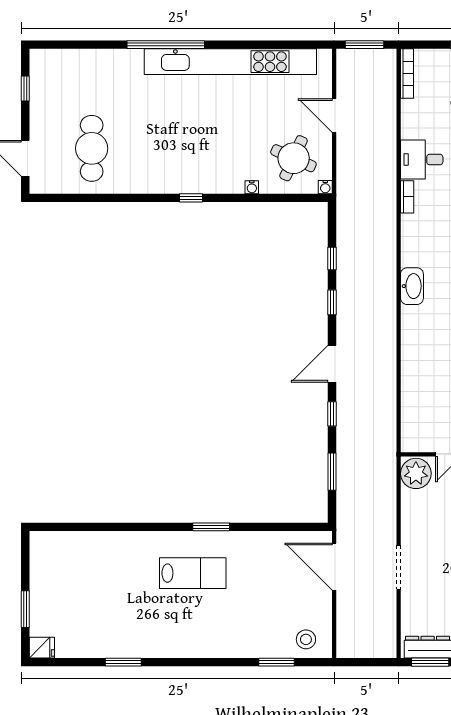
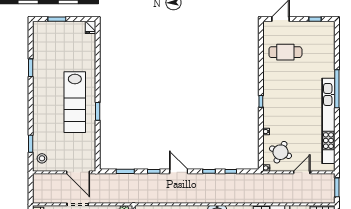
door: (334, 567) -> (78, 172), swing flipped
lab bench: (193, 573) -> (75, 102), width x1.86, depth x1.39
fridge: (42, 648) -> (90, 27), moved

